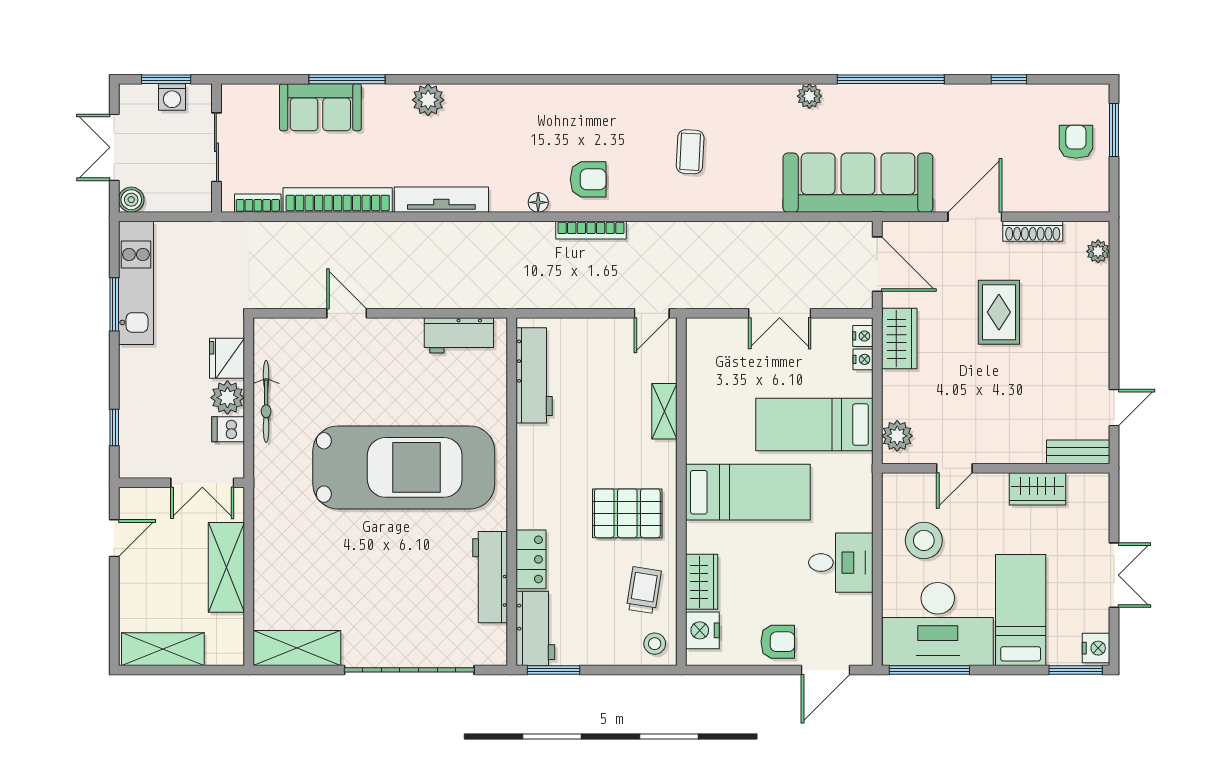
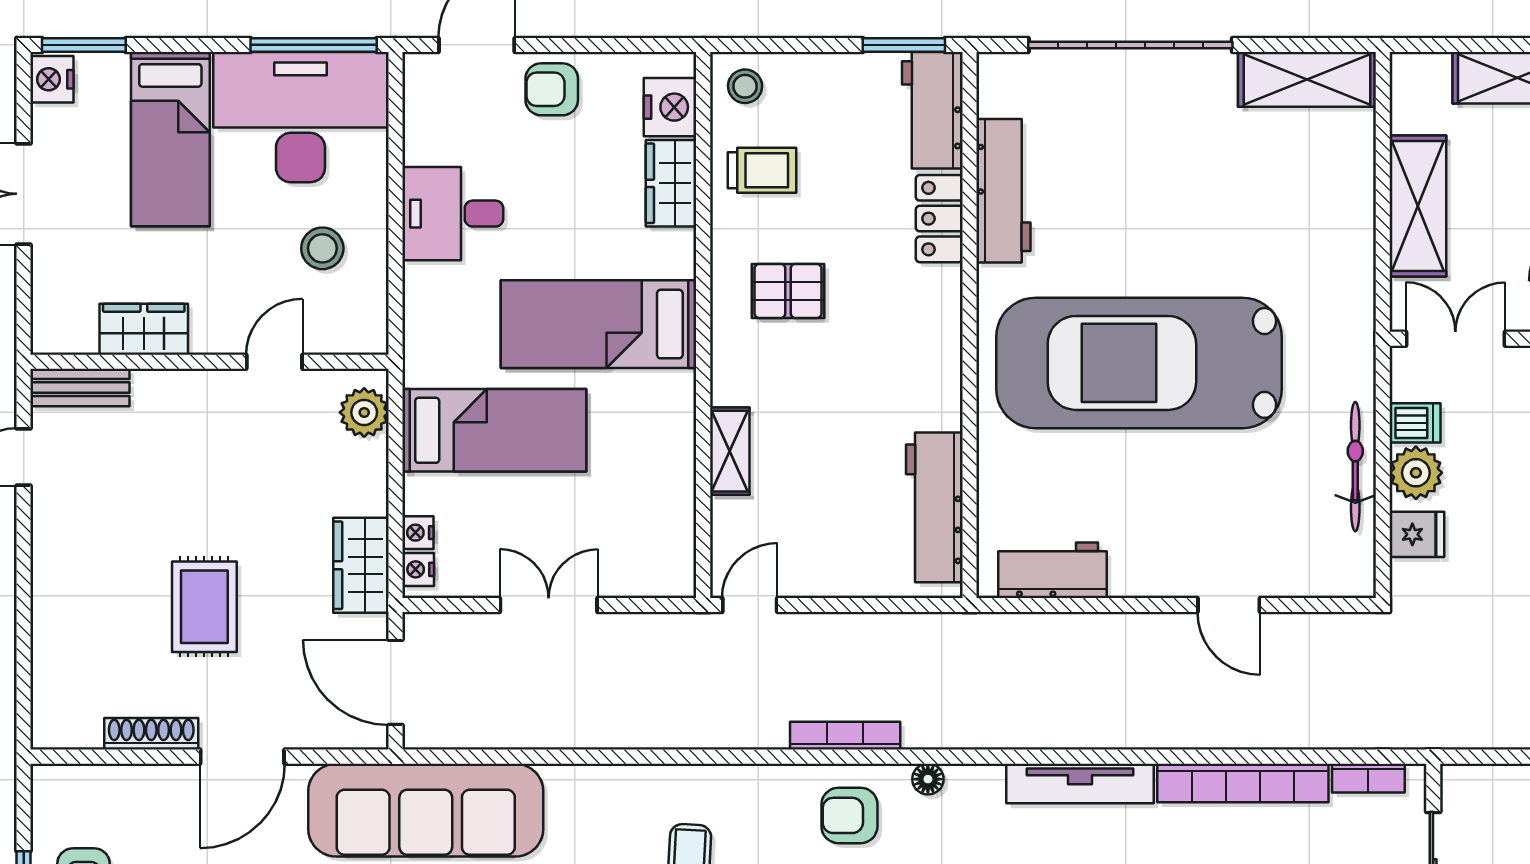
plant: (1098, 251) -> (49, 702), removed
fridge: (227, 358) -> (1417, 534), width x0.72
pallet: (627, 513) -> (788, 291), width x0.67, depth x0.71
stool: (924, 540) -> (322, 248), width x0.73, depth x0.73
trolley: (644, 590) -> (762, 170), turned -99

